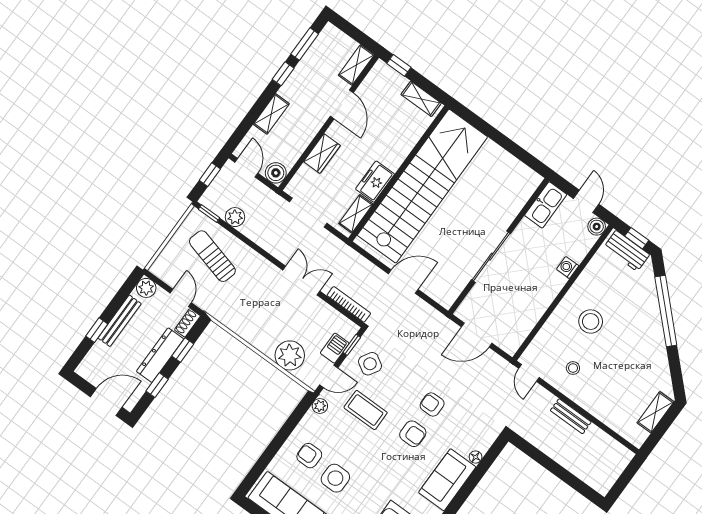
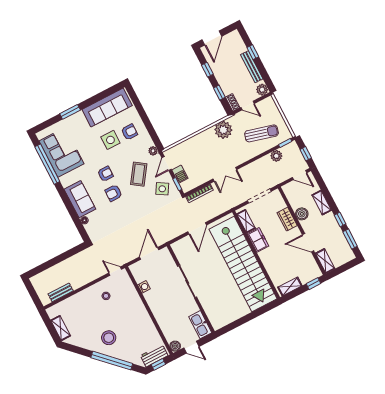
boiler: (276, 173) -> (302, 214), moved
washing machine: (568, 267) -> (144, 287), moved
stool: (591, 321) -> (109, 338), moved
dresser: (160, 355) -> (223, 79), removed
plant: (290, 355) -> (223, 130), moved
armchair: (432, 404) -> (105, 174), moved
coffee table: (366, 410) -> (139, 174), turned -55
bench: (571, 416) -> (61, 292), moved

